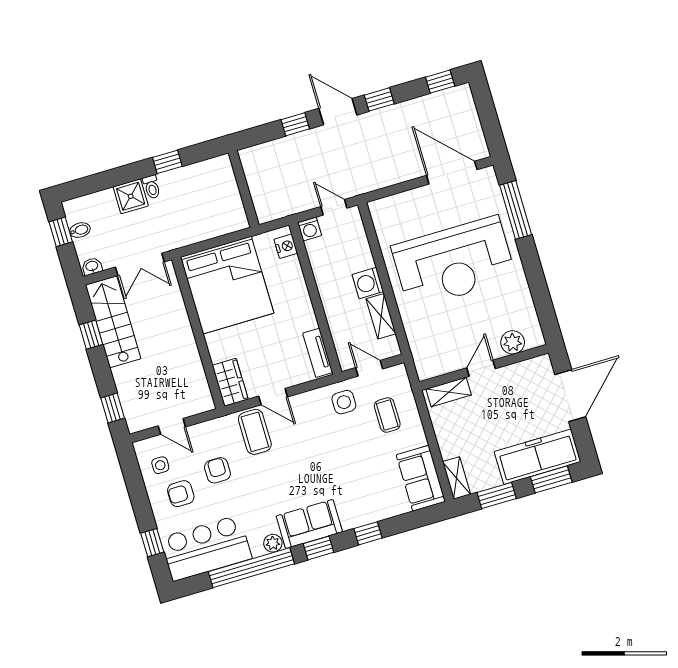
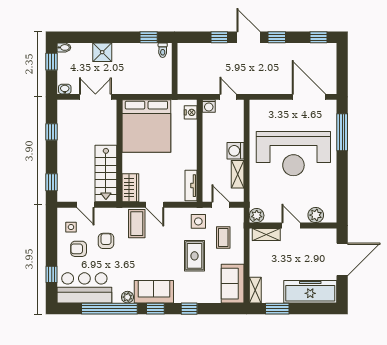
window: (167, 162) -> (149, 37), moved
toilet: (152, 187) -> (163, 50), moved
bidet: (80, 230) -> (64, 47), moved
double door: (140, 264) -> (95, 97), swing flipped
stairs: (113, 322) -> (106, 174), moved, turned 180
door: (481, 368) -> (291, 226), hinge flipped
plant: (427, 369) -> (257, 216), added
rug: (353, 454) -> (194, 256), added
window: (551, 479) -> (315, 309), removed

